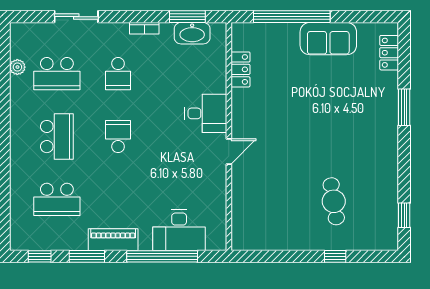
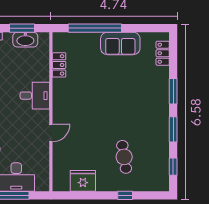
door: (229, 151) -> (51, 133), moved
window: (404, 162) -> (173, 129), added
fridge: (275, 236) -> (83, 181), added

